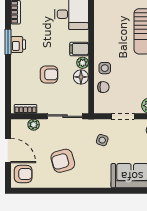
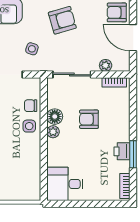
filing cabinet: (79, 49) -> (57, 146), removed
armchair: (63, 161) -> (62, 20), moved

